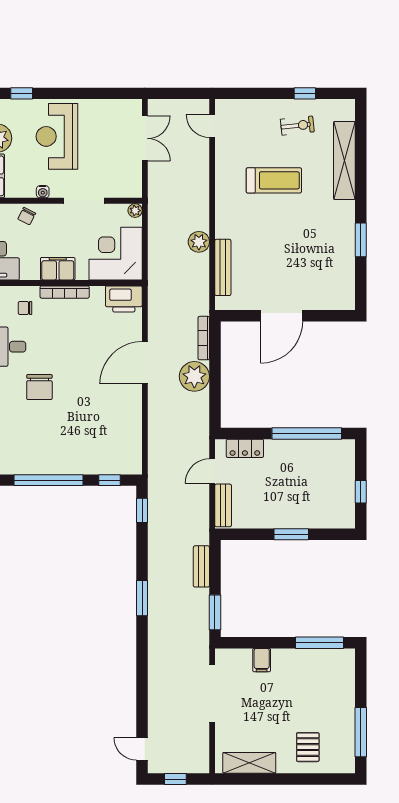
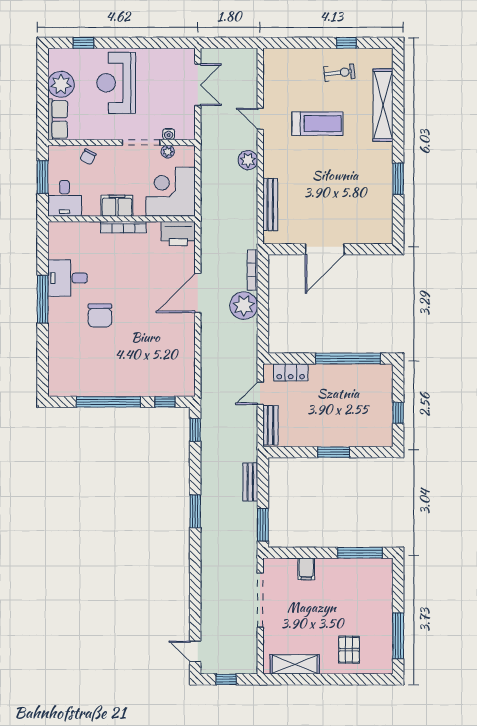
door: (212, 126) -> (260, 119), moved
water cooler: (43, 192) -> (169, 134), moved
plant: (135, 211) -> (168, 152), moved
plant: (199, 242) -> (248, 160), moved
chair: (25, 308) -> (87, 242), removed

